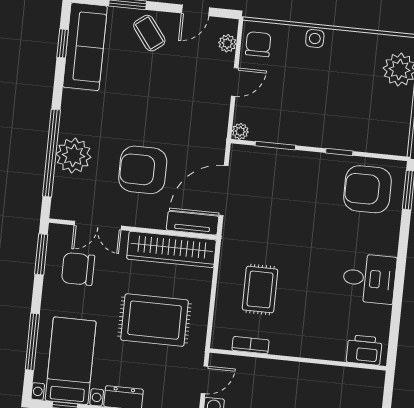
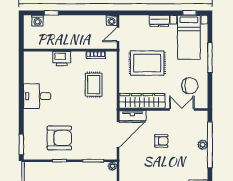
plant: (74, 155) -> (203, 145), width x0.53, depth x0.53
armchair: (143, 170) -> (161, 141), width x0.53, depth x0.53
armchair: (368, 189) -> (59, 138), moved
window: (41, 254) -> (210, 91), removed
window: (32, 342) -> (210, 57), moved
printer: (364, 350) -> (62, 59), moved

